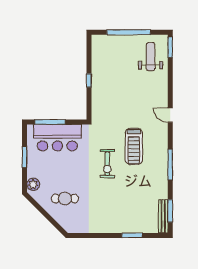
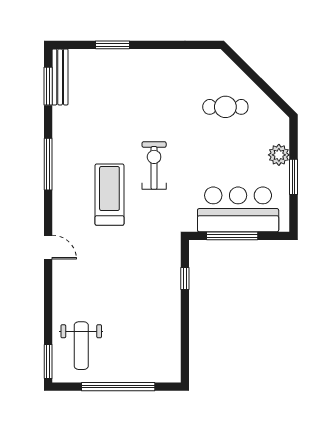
window: (89, 80) -> (185, 278), moved
window: (50, 122) -> (232, 236), moved
plant: (33, 184) -> (279, 155), moved

